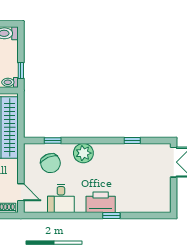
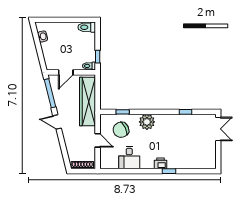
chair: (50, 163) -> (121, 130), turned 87
door: (21, 192) -> (98, 140), moved
printer: (101, 202) -> (161, 163), width x0.53, depth x0.68

